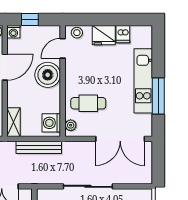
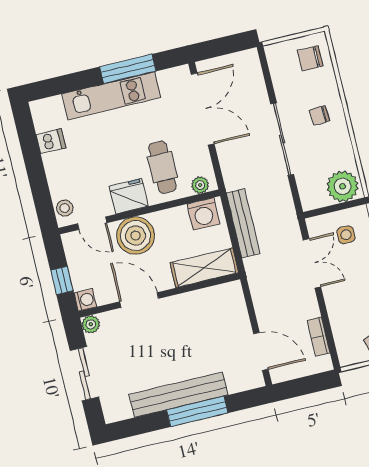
fridge: (104, 35) -> (129, 196), moved, turned -90
shelving: (13, 122) -> (204, 268), width x1.50, depth x1.33

